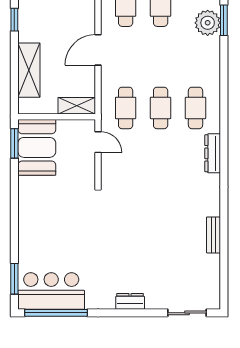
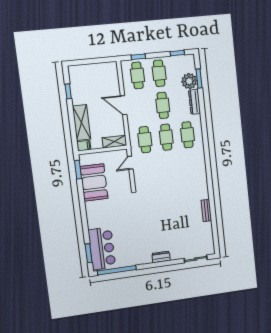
door: (98, 50) -> (124, 105), hinge flipped
cafe table: (161, 57) -> (163, 105), added
filing cabinet: (28, 106) -> (84, 146), added
door: (98, 142) -> (130, 163), swing flipped
booth: (37, 147) -> (94, 182), moved
dresser: (213, 153) -> (194, 102), moved
bar counter: (51, 291) -> (102, 249), moved, turned 90

